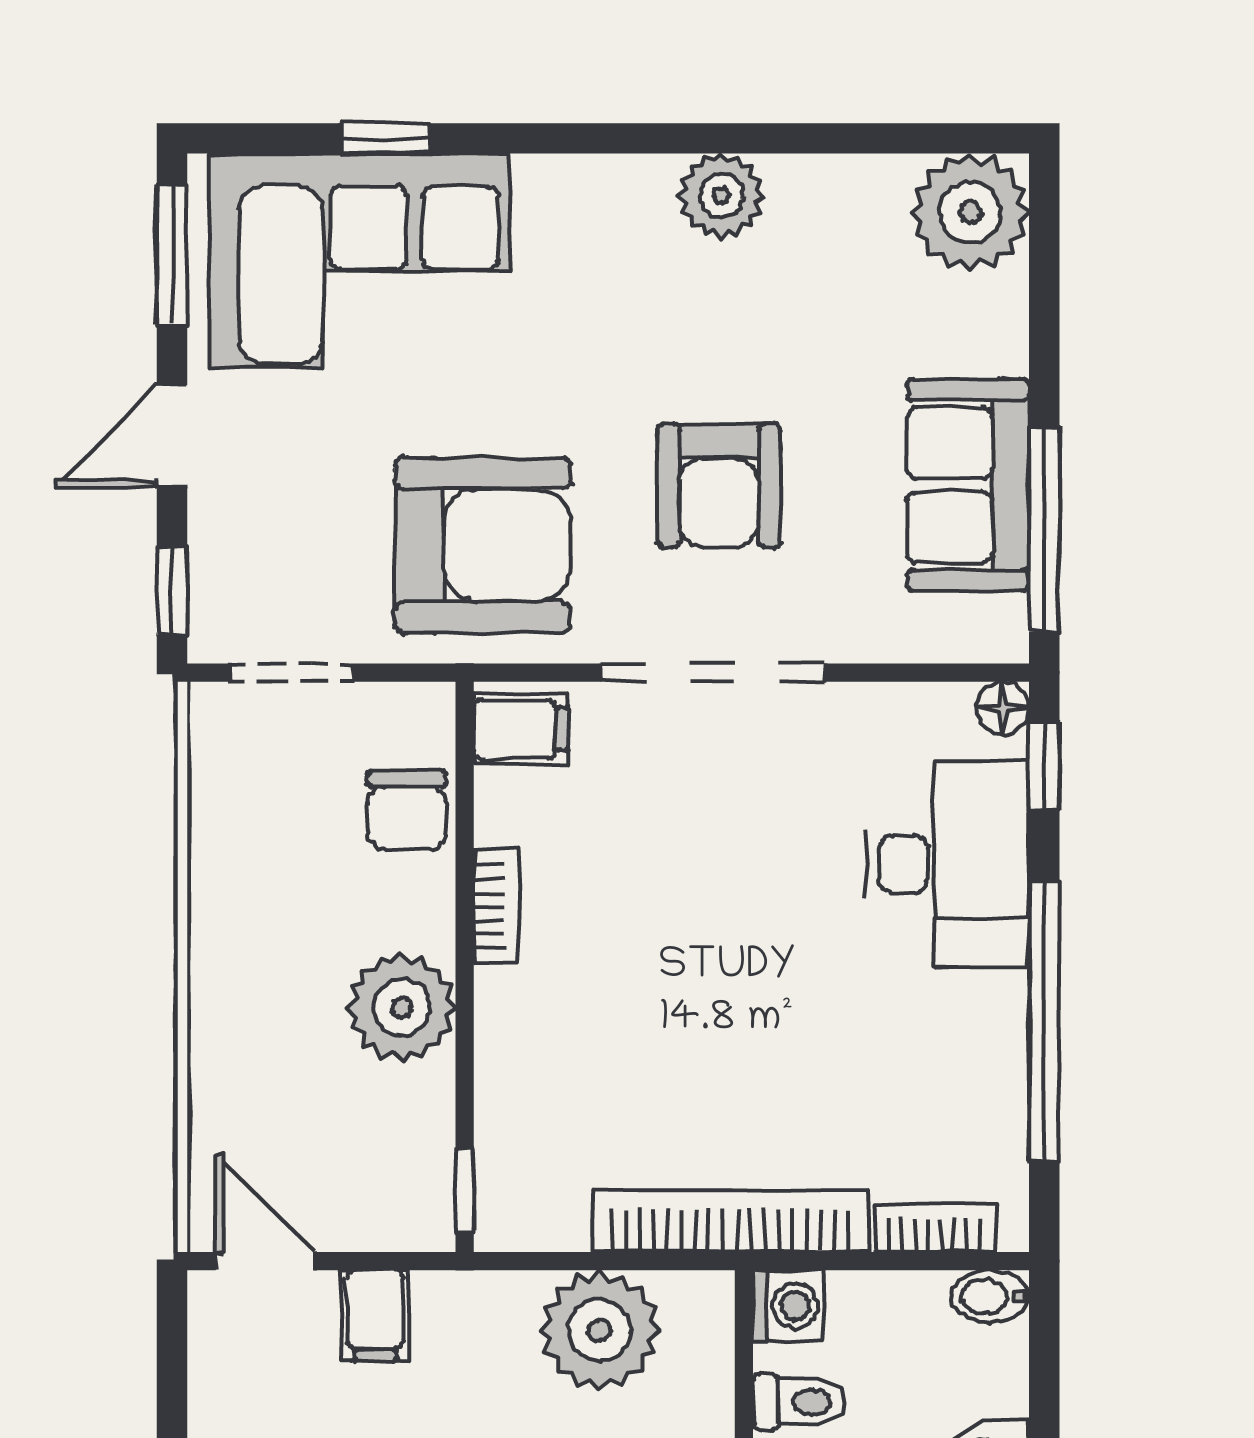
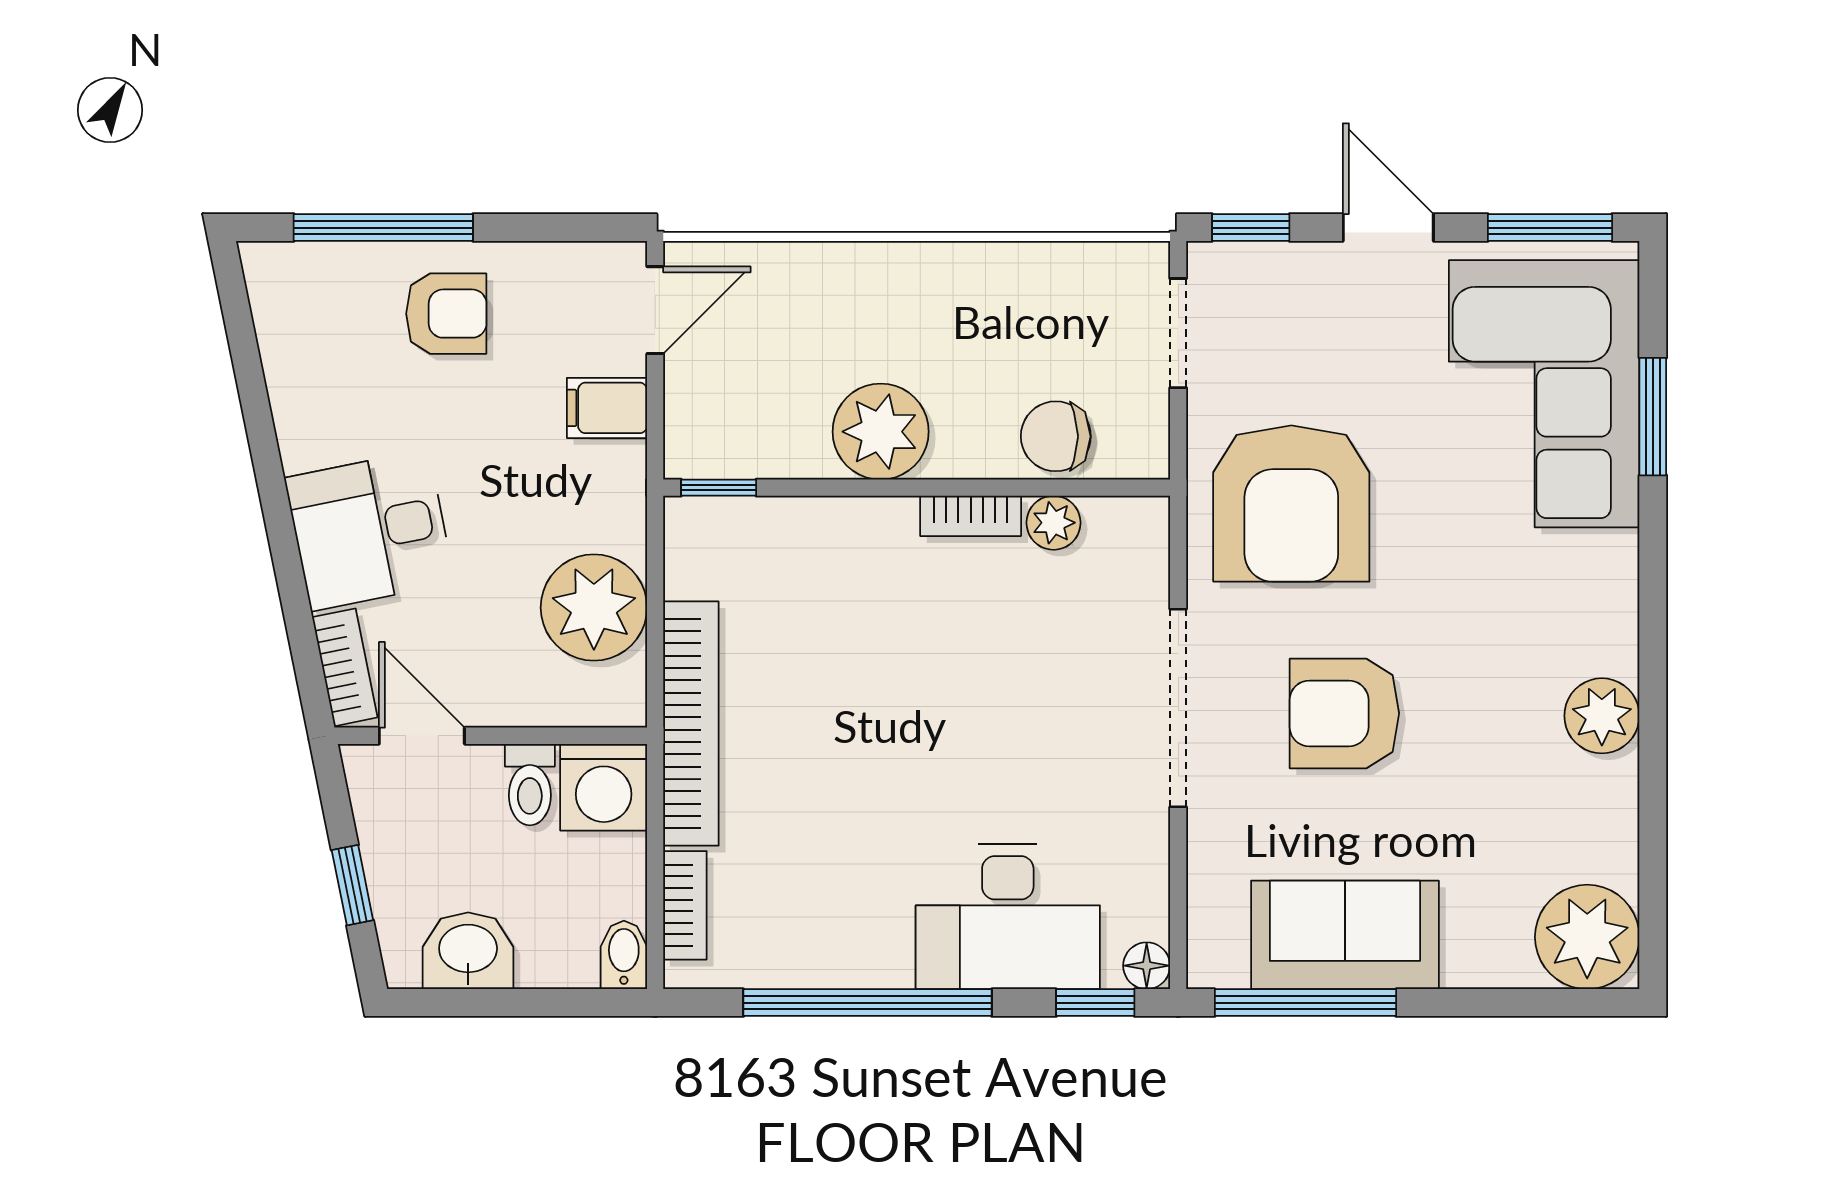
window: (385, 138) -> (1653, 417), width x1.50
filing cabinet: (521, 729) -> (1128, 538), removed
plant: (504, 813) -> (1054, 523), added
washing machine: (788, 1306) -> (604, 787), width x1.38, depth x1.38

